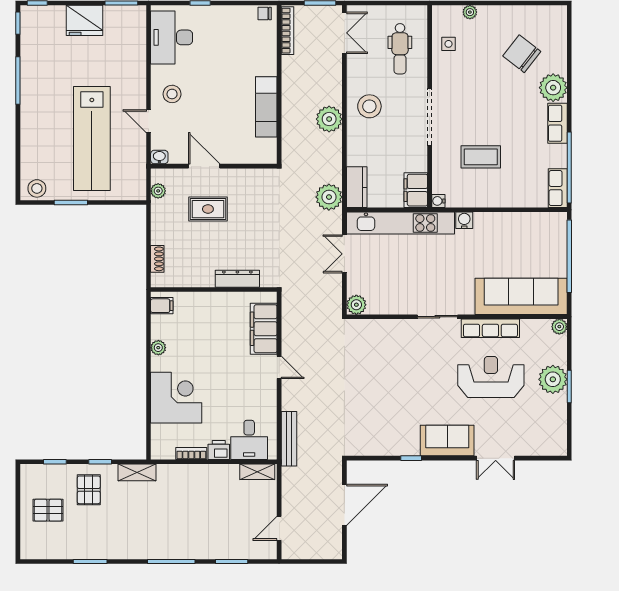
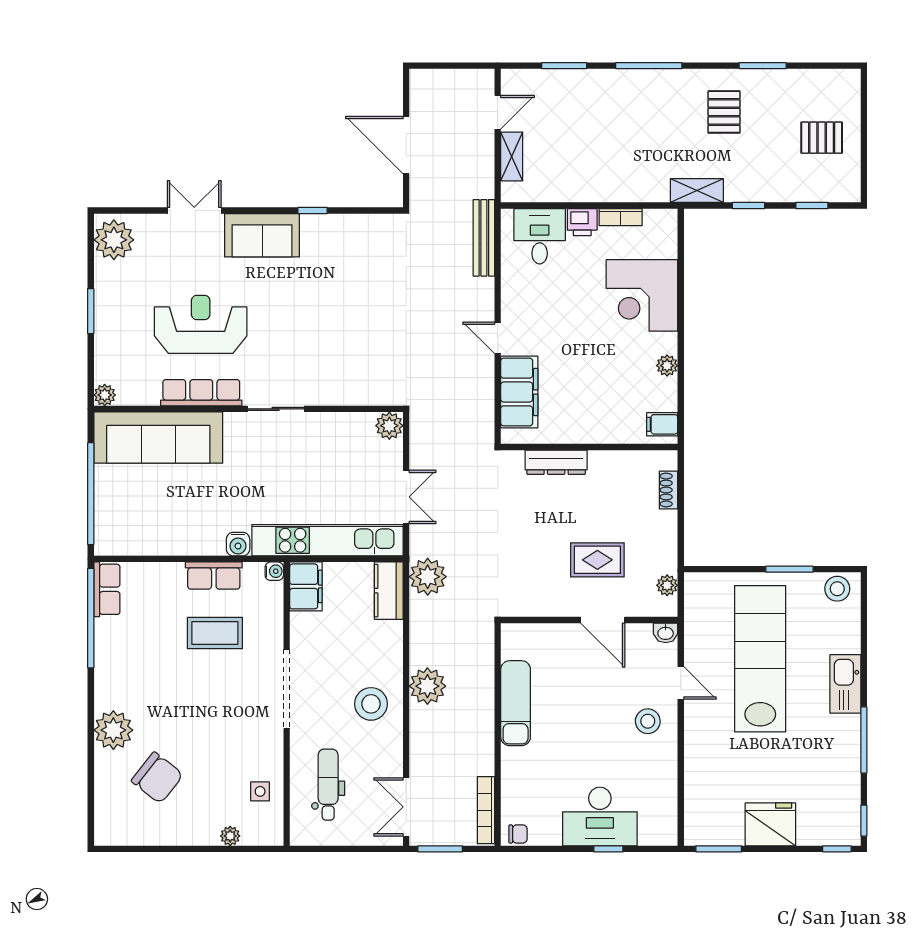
desk: (172, 37) -> (600, 816), moved, turned 90
kitchen sink: (31, 121) -> (845, 684), added
row of seats: (557, 123) -> (214, 576), moved, turned 90
reception desk: (491, 377) -> (201, 324), turned 180
plant: (553, 379) -> (114, 240), moved
shelving: (257, 472) -> (512, 156), moved, turned 90
pallet: (89, 490) -> (724, 112), moved
door: (344, 505) -> (406, 145), hinge flipped

